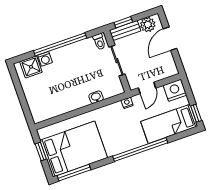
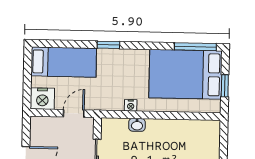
nightstand: (127, 103) -> (131, 105), moved
window: (196, 113) -> (28, 63), removed
window: (140, 150) -> (108, 45), width x0.32

